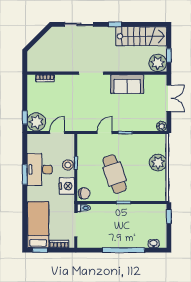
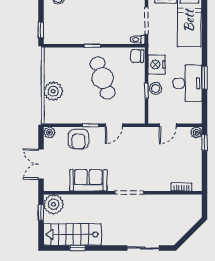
window: (115, 24) -> (78, 248), moved
armchair: (136, 120) -> (78, 139), added
plant: (36, 122) -> (196, 132), width x0.53, depth x0.53

